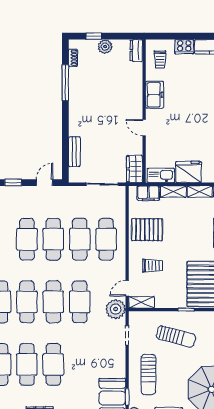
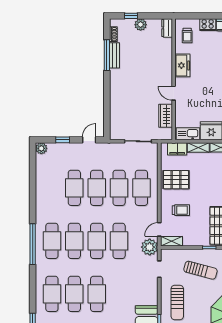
bench: (74, 152) -> (114, 55), moved
wardrobe: (135, 169) -> (166, 116), moved

